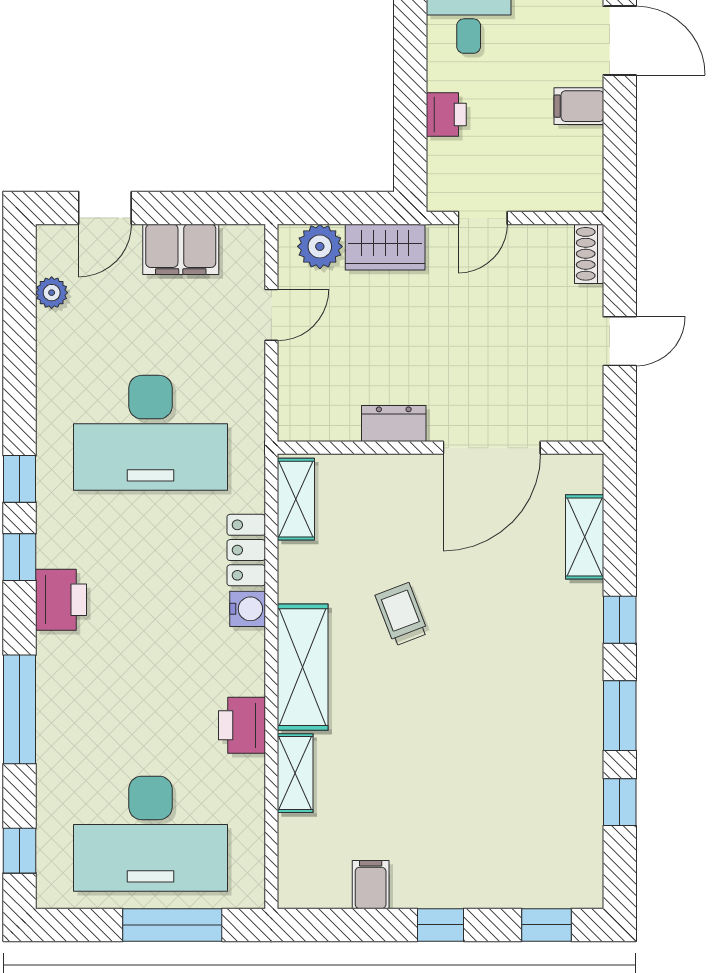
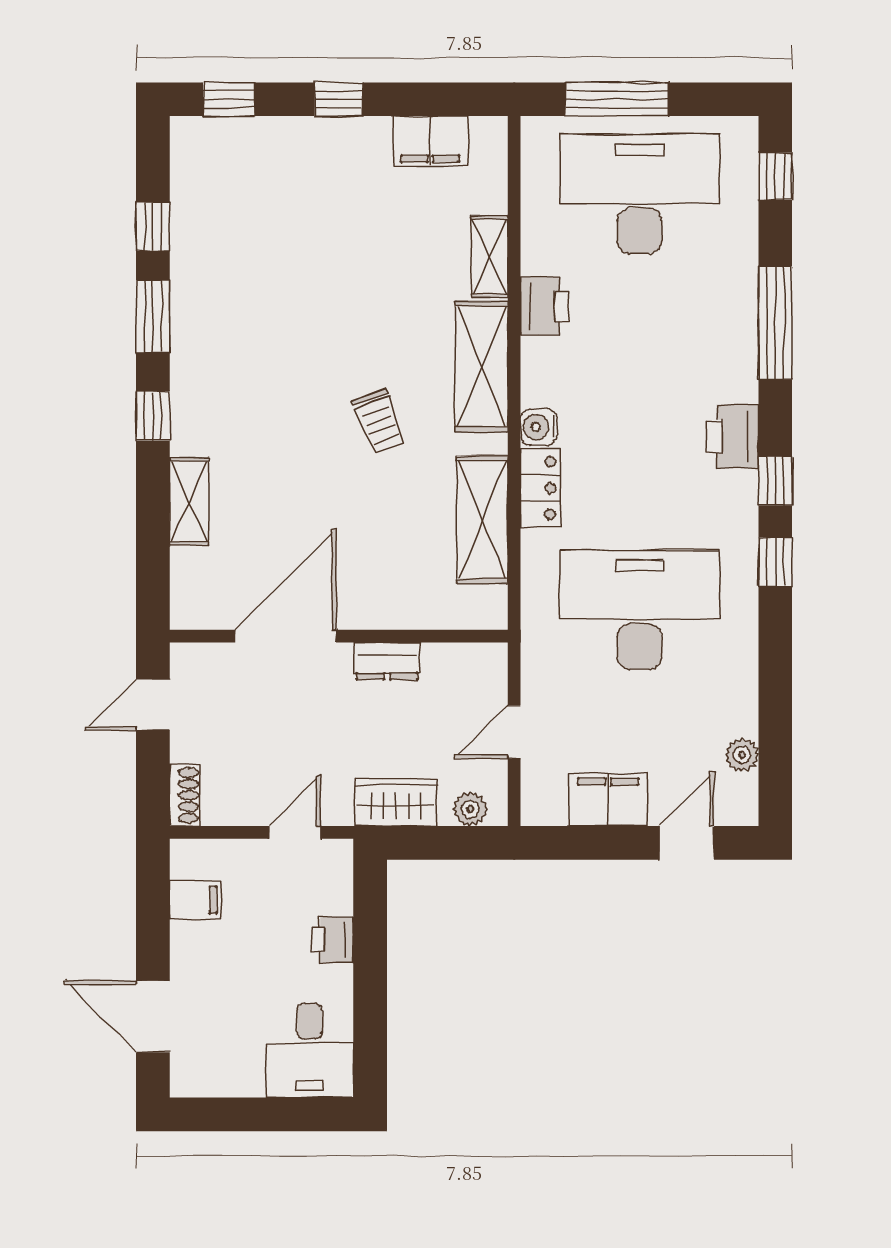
filing cabinet: (579, 106) -> (195, 900), moved
plant: (320, 246) -> (470, 809), width x0.73, depth x0.73
dresser: (394, 423) -> (387, 661), moved
wall: (440, 448) -> (339, 636), moved
door: (492, 448) -> (286, 636), moved
shelving: (296, 499) -> (482, 520), width x1.50, depth x1.33
filing cabinet: (371, 885) -> (430, 141), width x2.00

